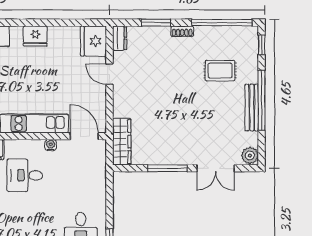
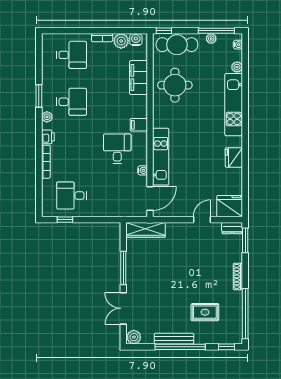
window: (156, 23) -> (245, 240), moved
shoe rack: (182, 31) -> (238, 276), width x1.43
rug: (220, 71) -> (205, 312), turned 90

